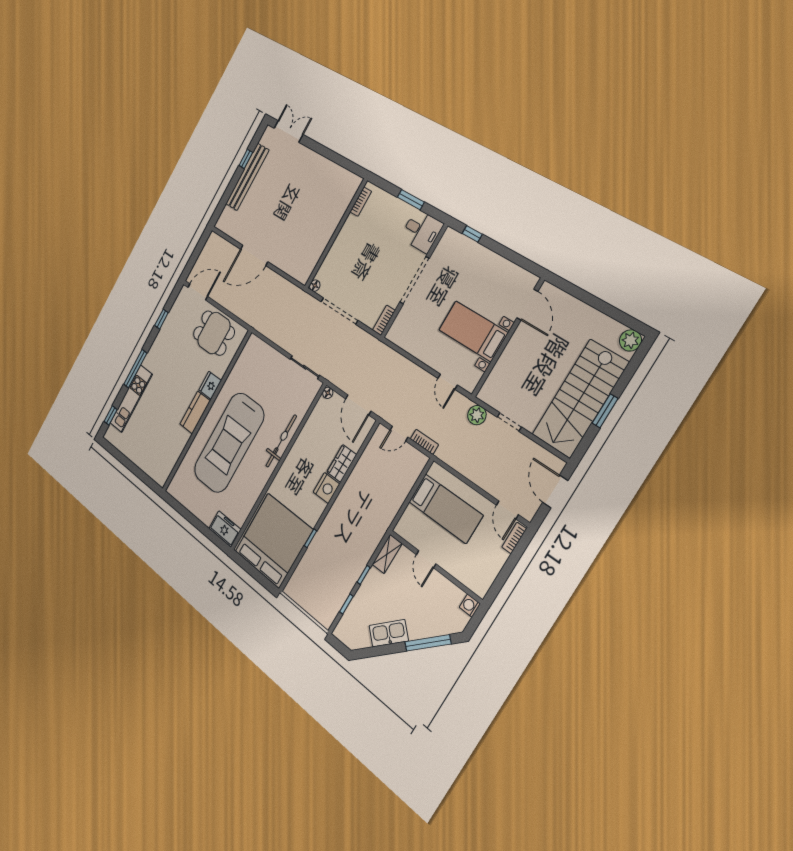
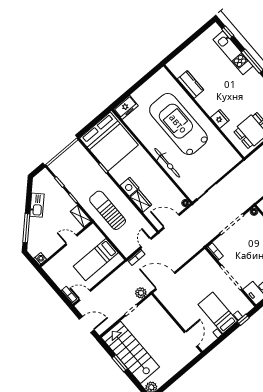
door: (527, 305) -> (191, 339), swing flipped
bed with nightstands: (473, 331) -> (218, 313), moved, turned -90
door: (448, 382) -> (165, 281), width x1.88
kitchen counter: (195, 412) -> (191, 84), moved
sun lounger: (368, 512) -> (108, 210), added

